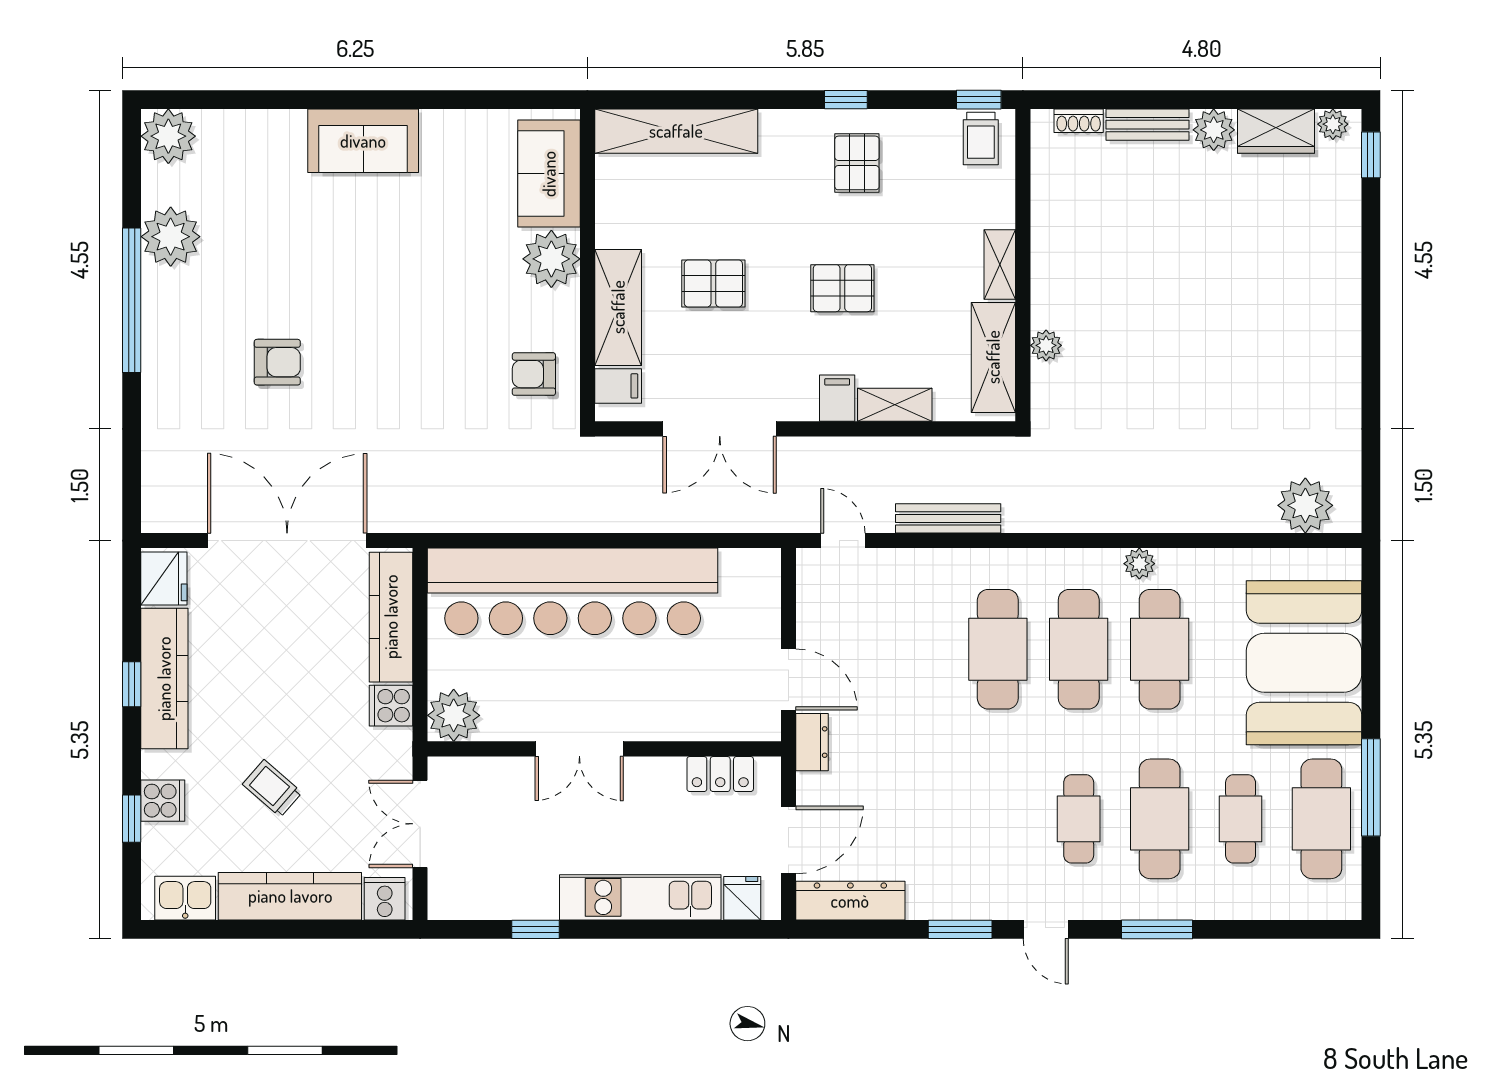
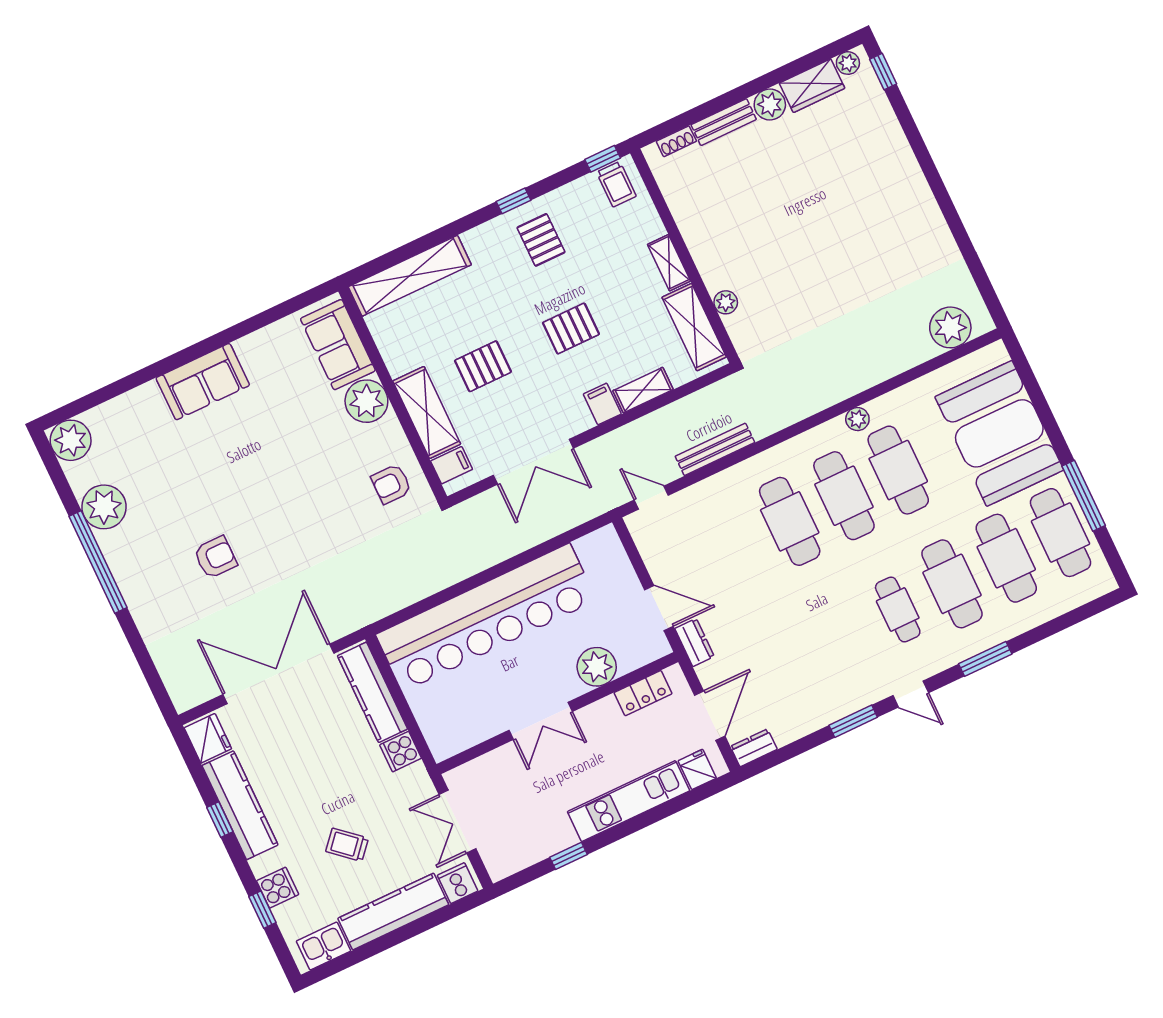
plant: (454, 715) -> (597, 667), moved
cafe table: (1241, 819) -> (1006, 558), width x1.37, depth x1.35
dresser: (850, 901) -> (754, 748), width x0.51, depth x0.80

